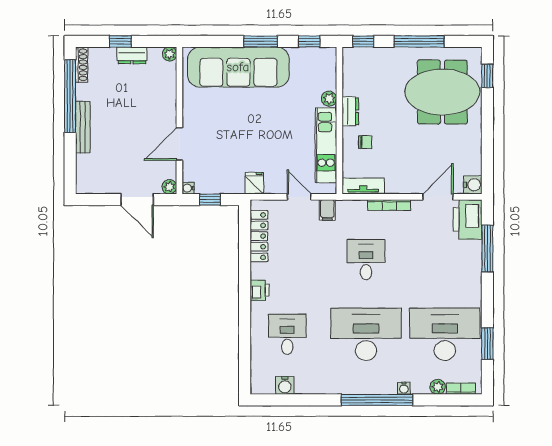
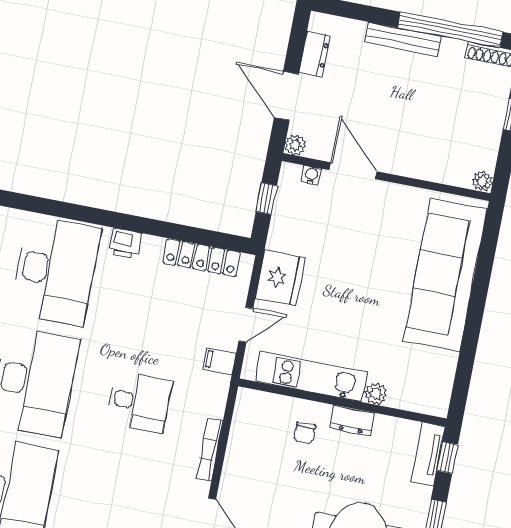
window: (261, 41) -> (475, 313), removed
window: (309, 41) -> (462, 382), removed
dresser: (132, 55) -> (315, 54), moved, turned 180
fridge: (254, 183) -> (280, 278), width x1.88, depth x1.34
tv unit: (363, 186) -> (428, 454), moved, turned 180
water cooler: (188, 188) -> (311, 175), moved
door: (137, 200) -> (286, 96), hinge flipped
desk: (287, 334) -> (55, 270), width x1.87, depth x1.30

